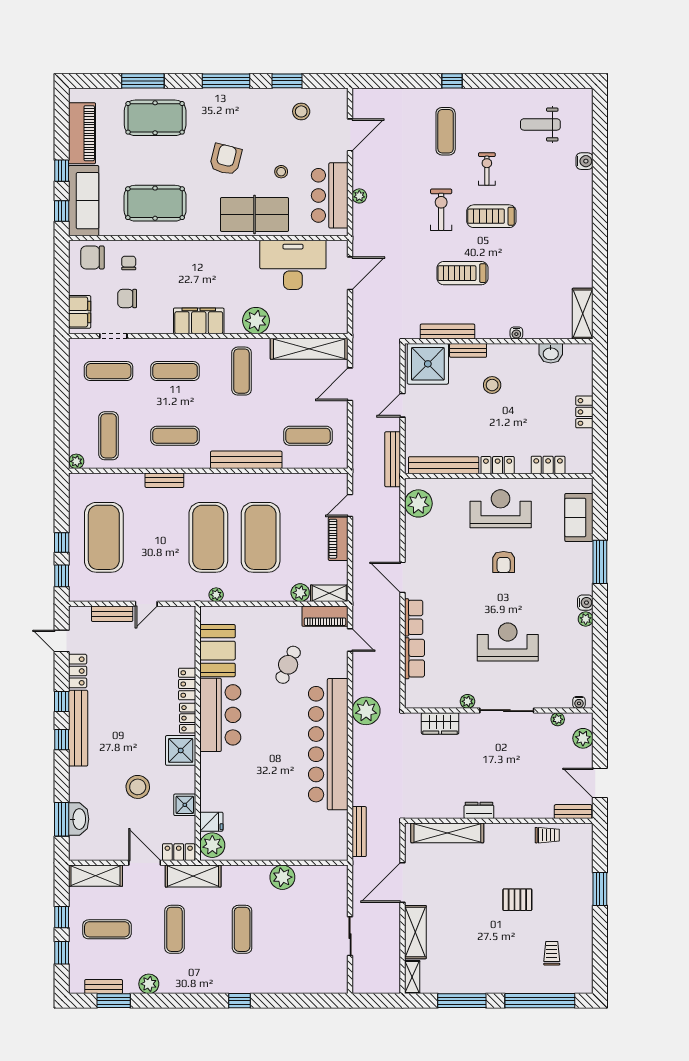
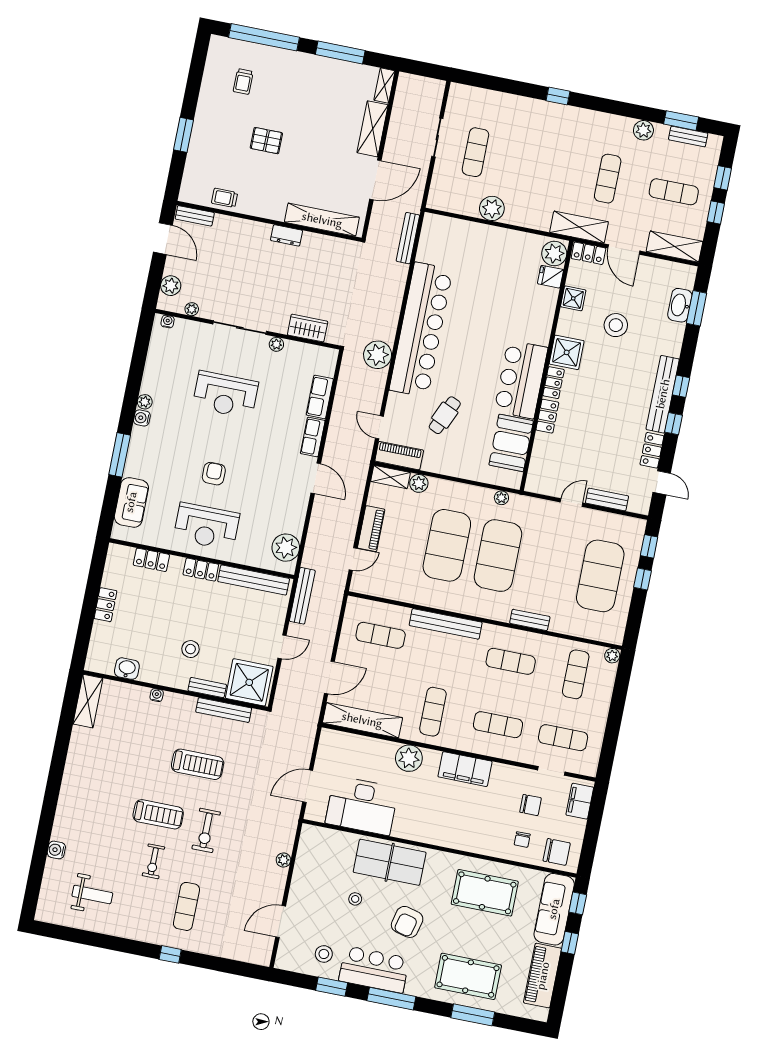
bar counter: (330, 195) -> (374, 969), moved, turned -90
exercise mat: (242, 929) -> (475, 152), moved

